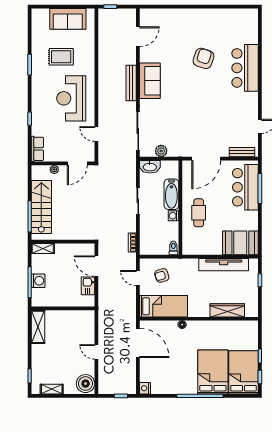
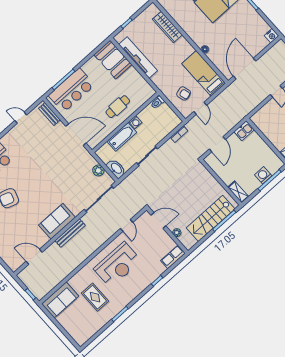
sofa: (68, 19) -> (60, 300), moved, turned 90
kitchen sink: (88, 286) -> (244, 131), moved

